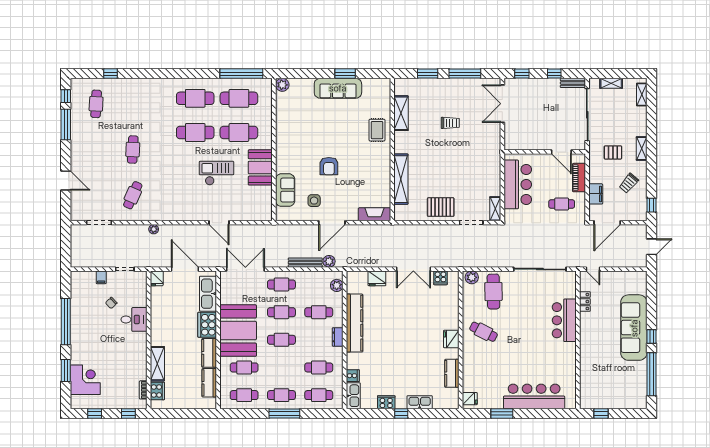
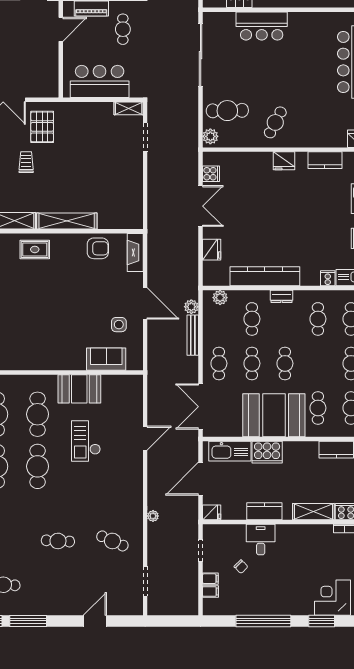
armchair: (329, 166) -> (98, 248), moved
shelving: (401, 179) -> (67, 221), moved
pallet: (441, 207) -> (42, 127), moved
filing cabinet: (90, 277) -> (210, 591), added
kitchen counter: (209, 353) -> (264, 511), moved, turned 180

